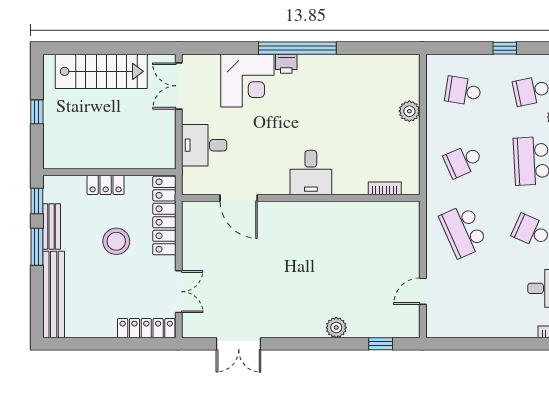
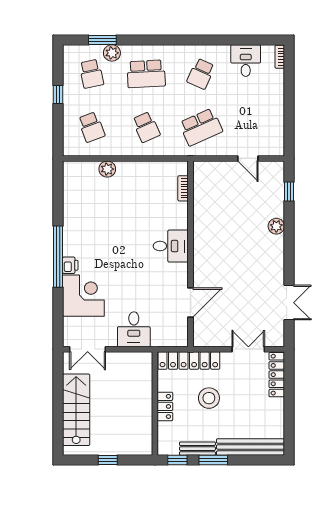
school desk: (463, 91) -> (91, 127), turned -30
desk: (311, 173) -> (171, 246), moved
bookcase: (385, 188) -> (183, 188), moved
door: (239, 198) -> (191, 302), moved
wall: (301, 198) -> (191, 254), moved

